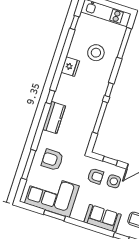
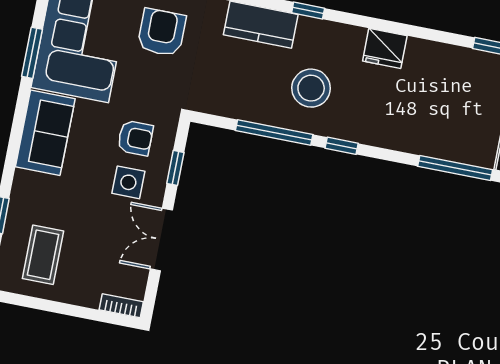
stool: (96, 53) -> (311, 88), moved
armchair: (95, 176) -> (135, 138), turned -90
sofa: (103, 218) -> (45, 133), moved

